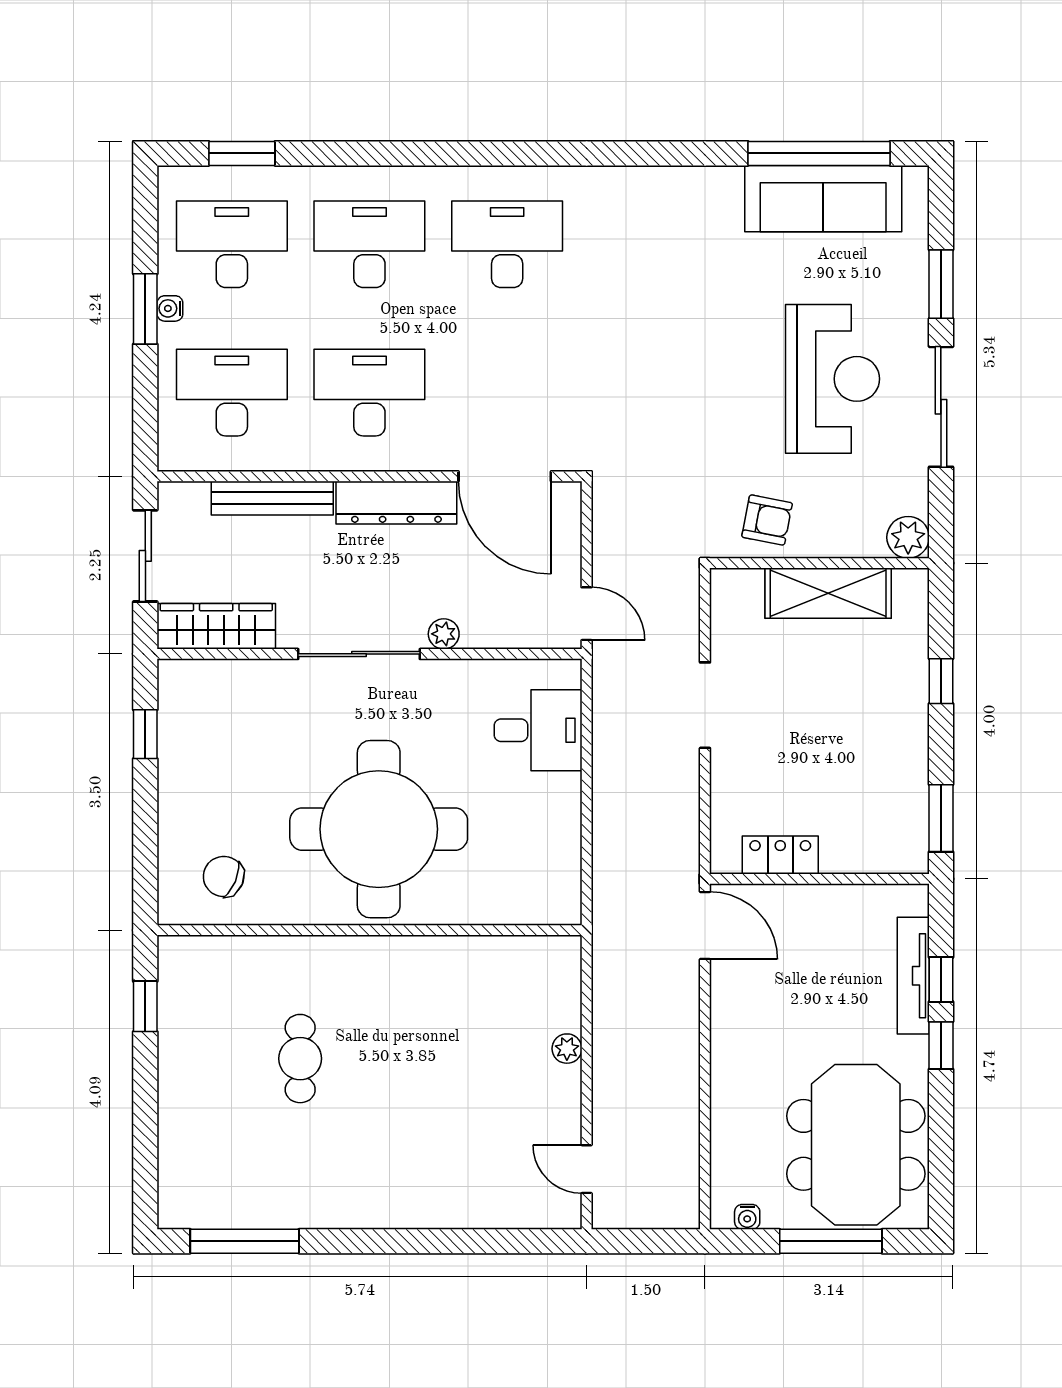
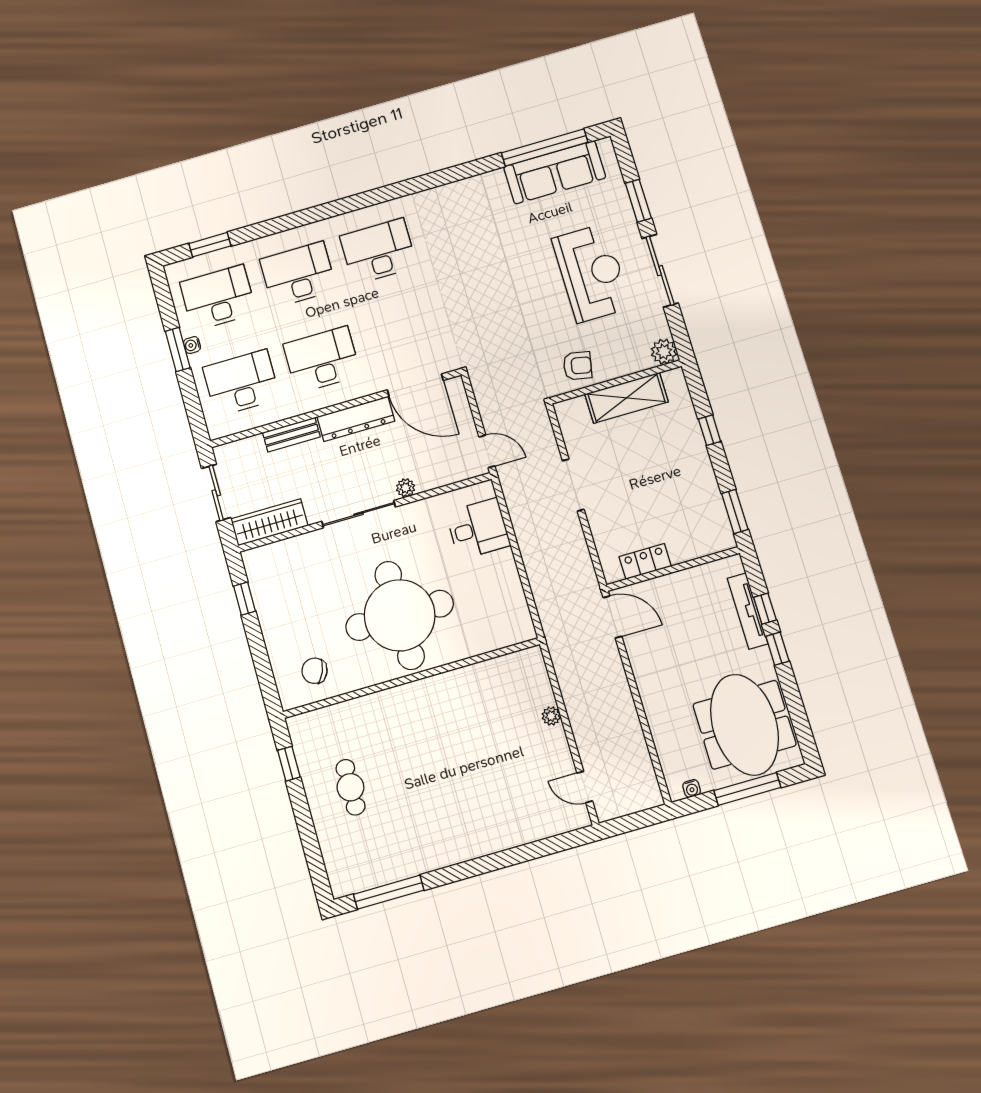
bench: (272, 498) -> (291, 435), width x0.73
cafe table: (300, 1059) -> (350, 787), moved

